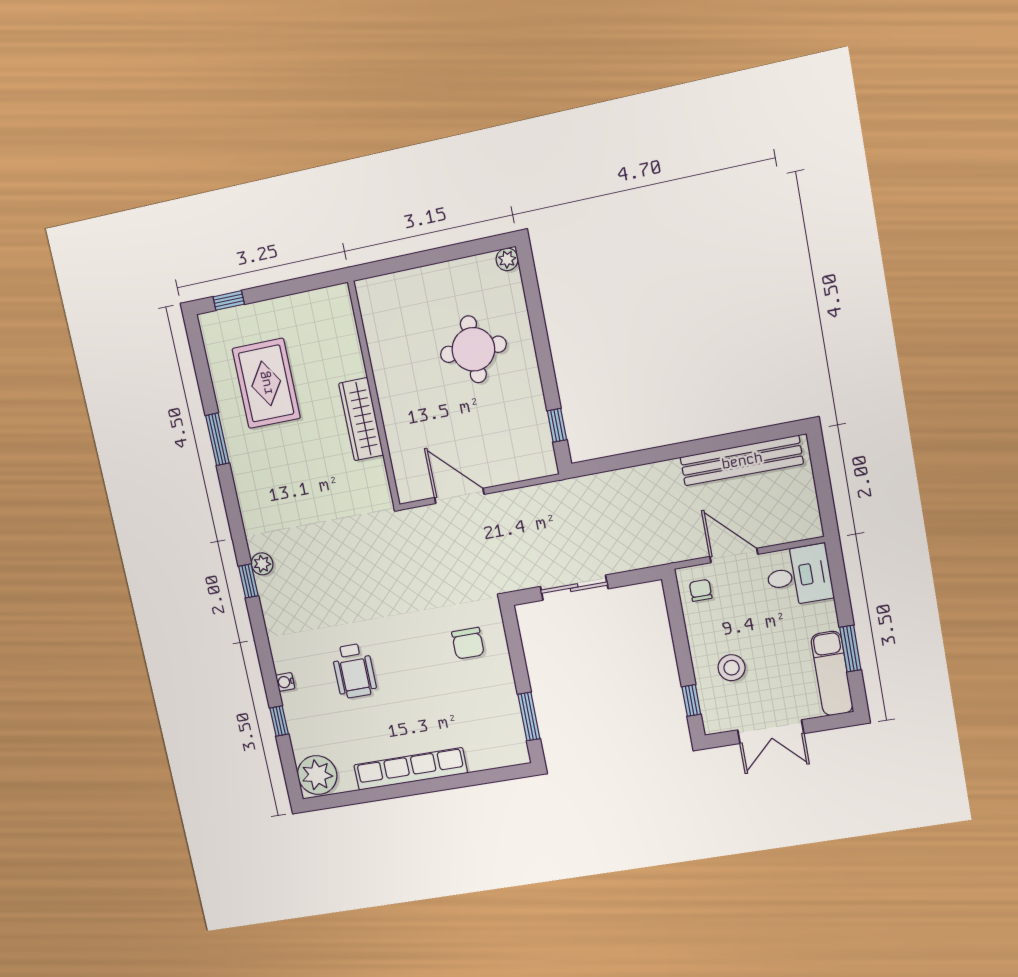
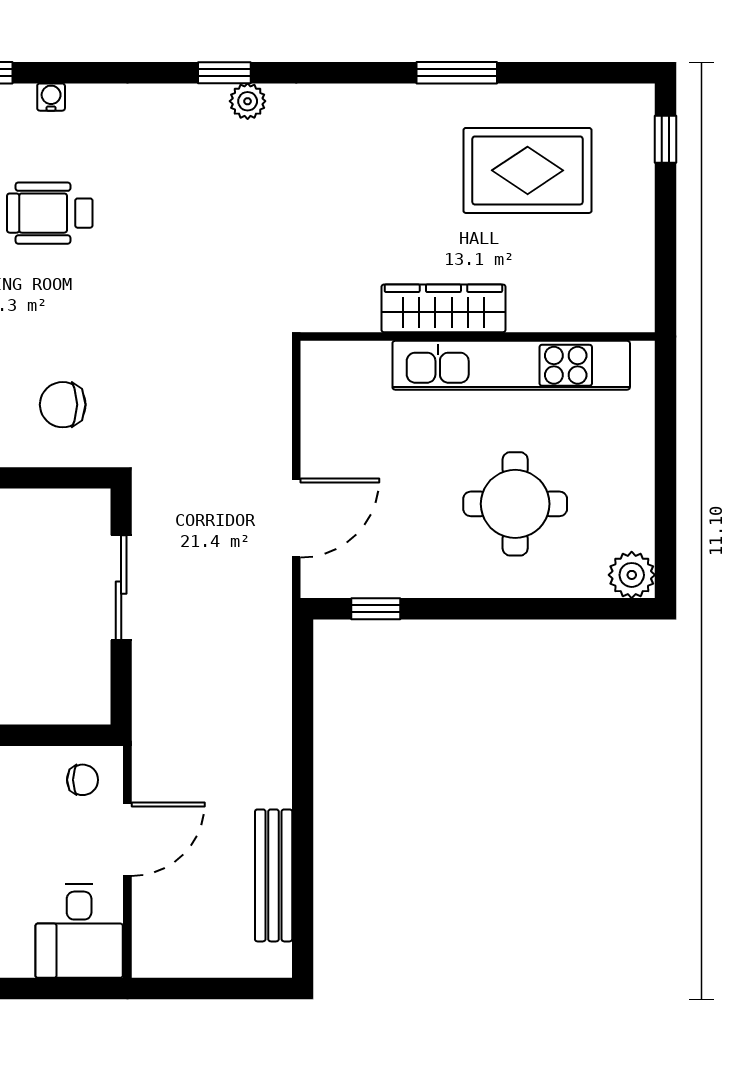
plant: (507, 259) -> (632, 575), width x1.38, depth x1.38
kitchen unit: (387, 369) -> (511, 365), added
bench: (742, 461) -> (274, 875), width x0.73, depth x0.82
door: (459, 496) -> (296, 518), moved

